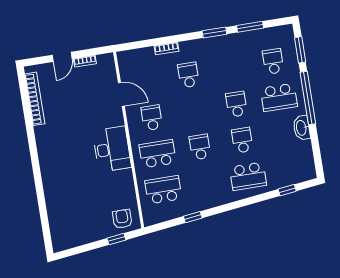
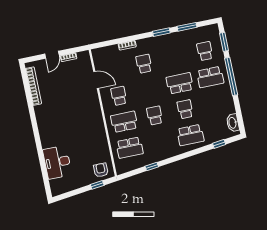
school desk: (236, 104) -> (180, 83), width x1.85
washbasin: (302, 128) -> (233, 123), moved
desk: (112, 149) -> (57, 162), moved, turned 180
school desk: (163, 190) -> (130, 148), turned 180

